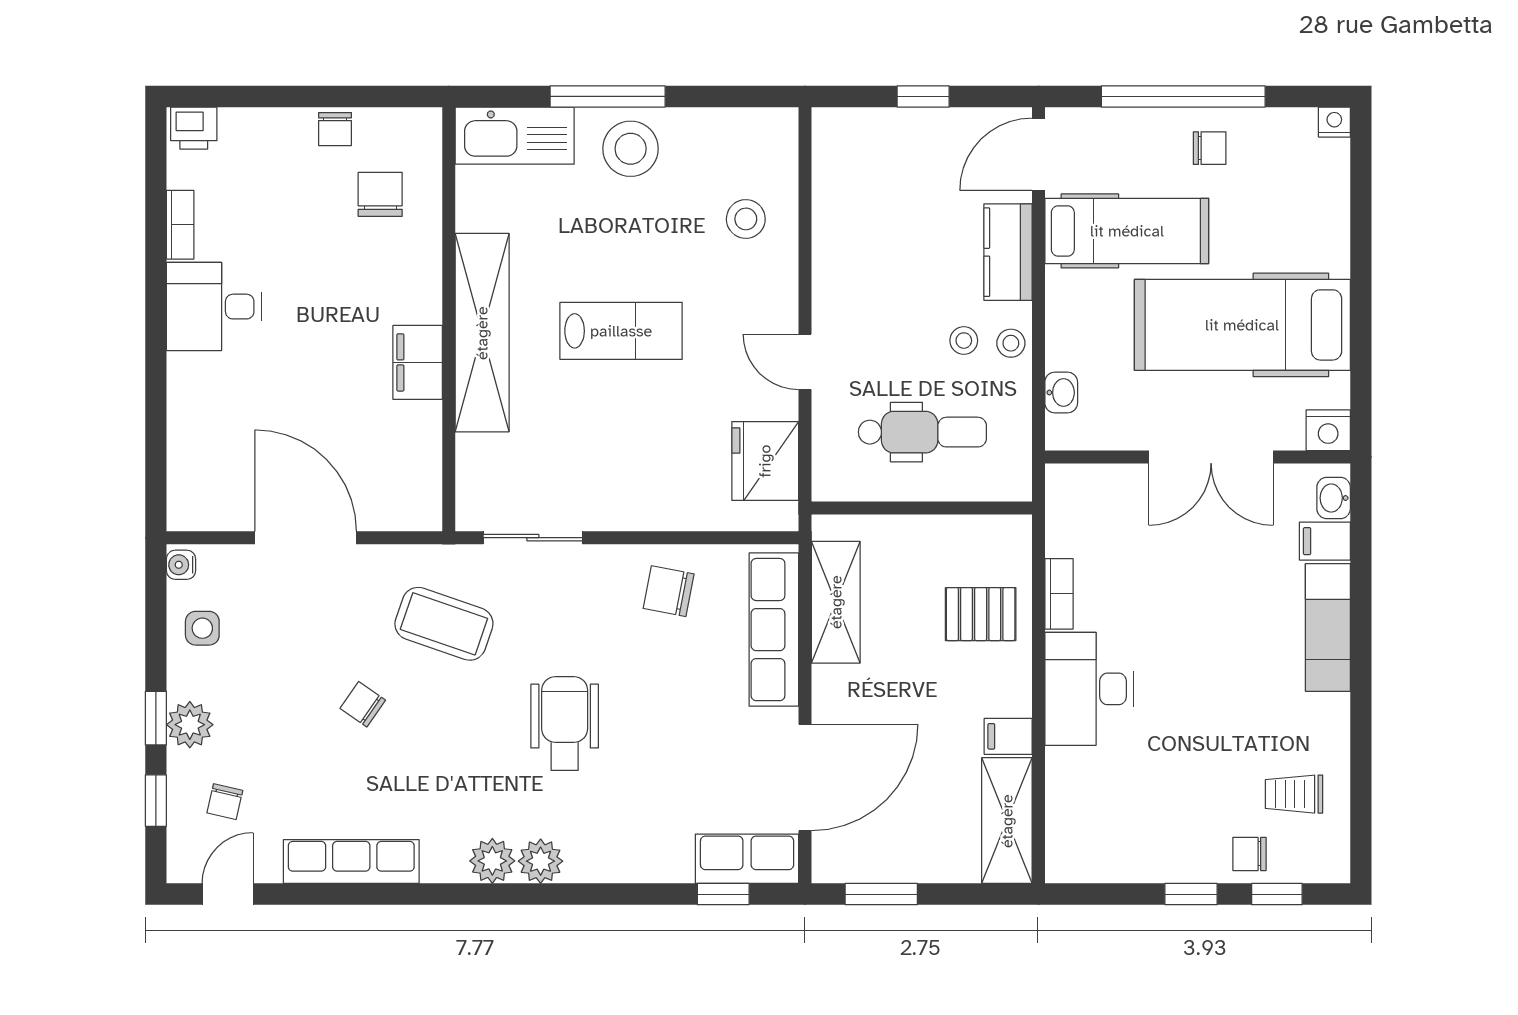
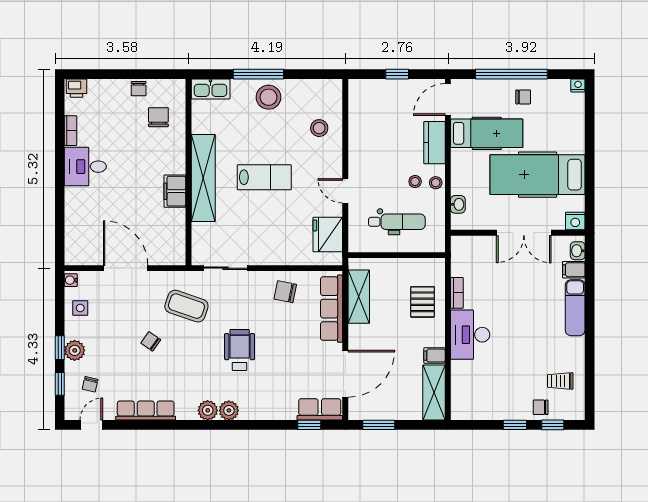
kitchen sink: (515, 136) -> (211, 89), width x0.73, depth x0.81
pallet: (981, 614) -> (422, 302), turned 90

